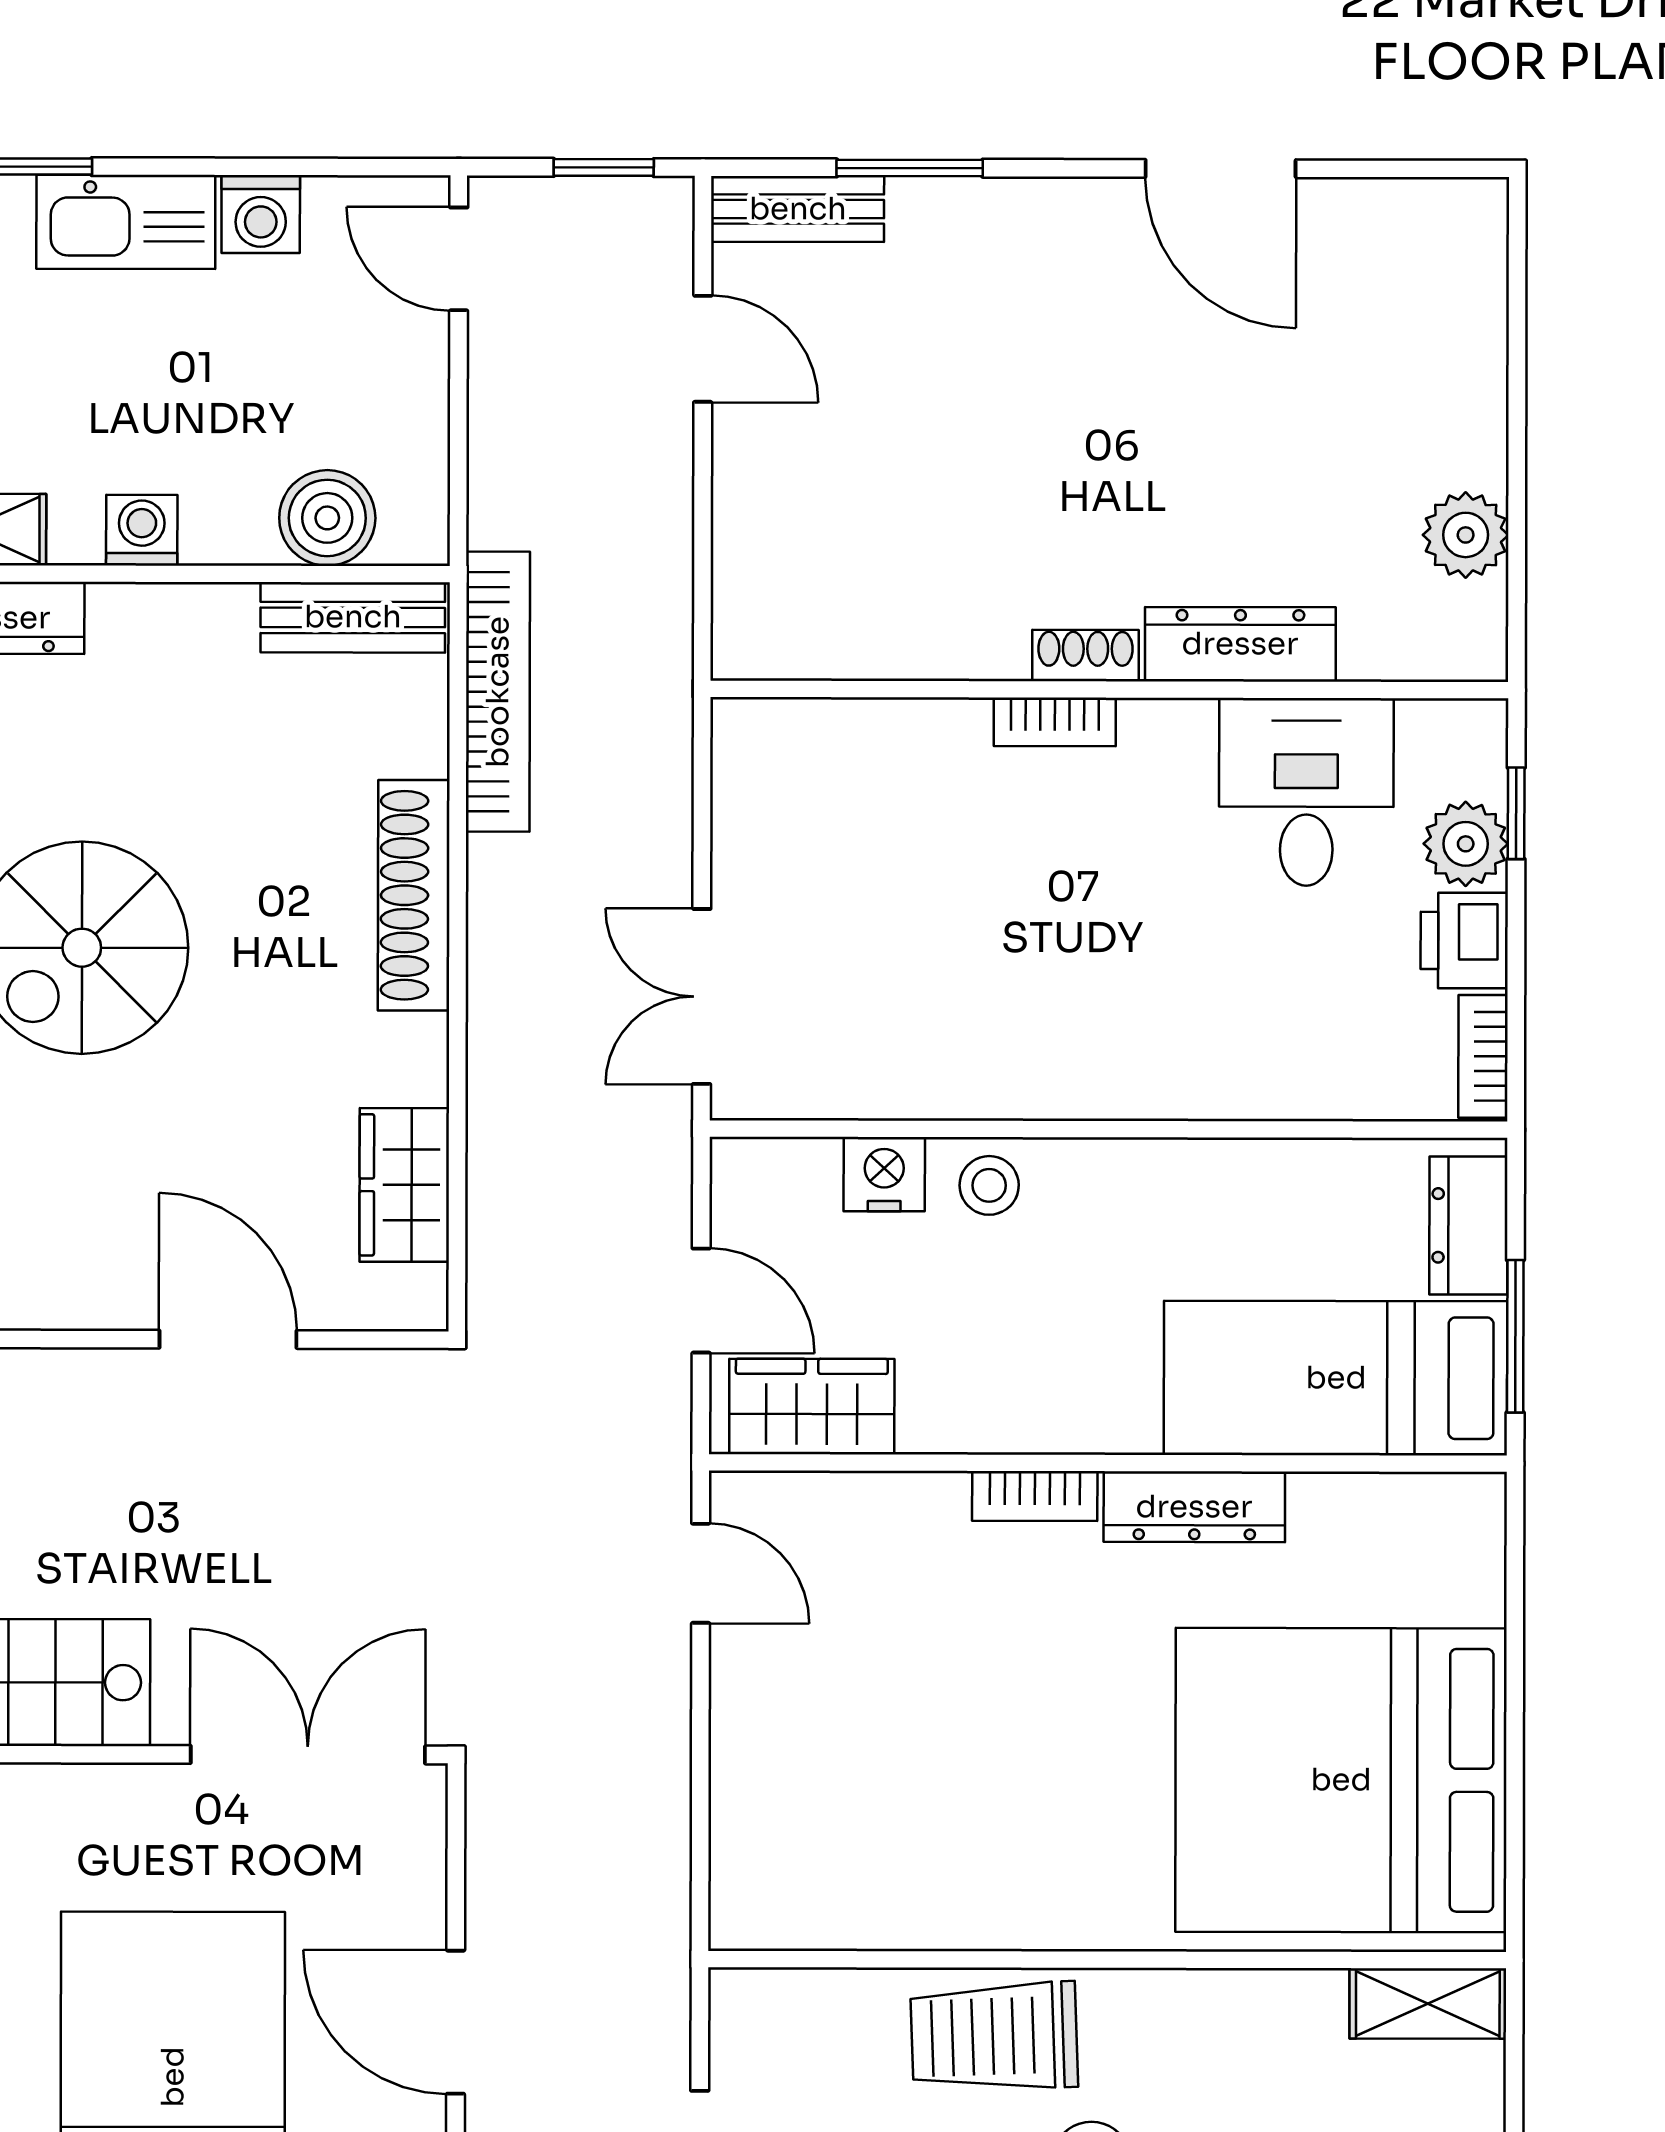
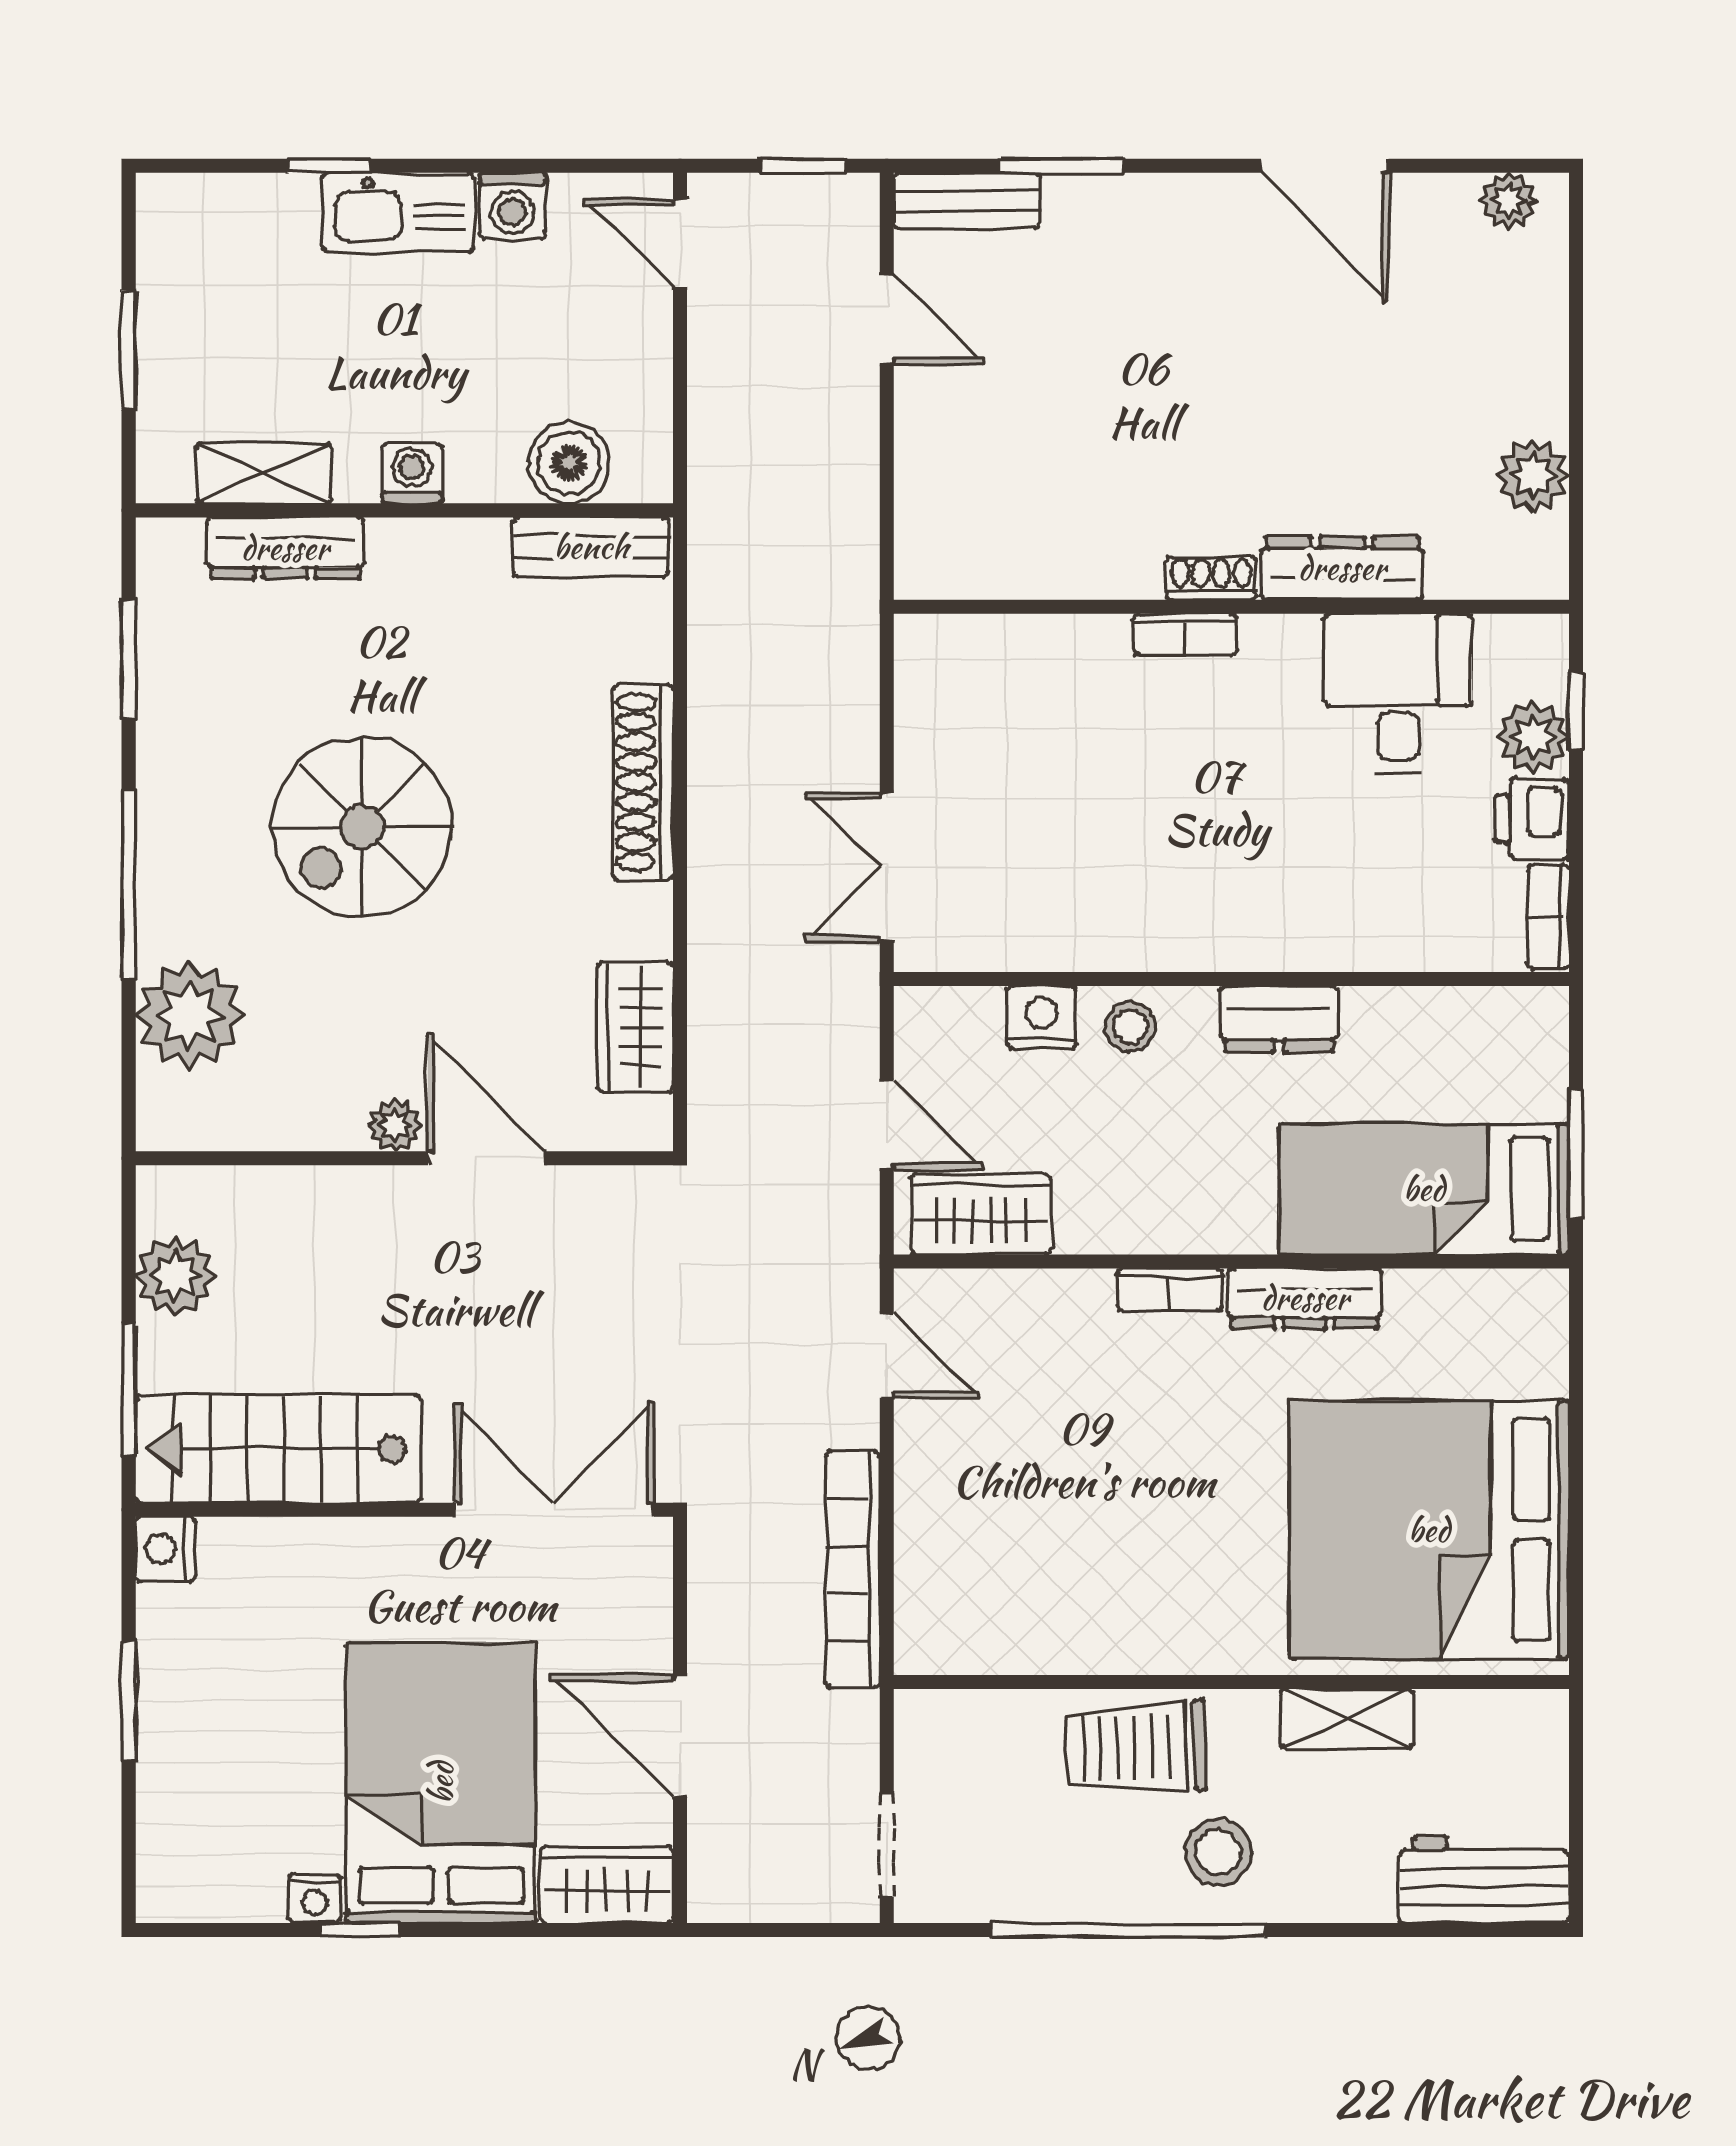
plant: (1438, 210) -> (1509, 200), added
bookcase: (498, 692) -> (853, 1570), moved, turned 180
dresser: (1468, 1225) -> (1279, 1019), moved, turned -90
plant: (121, 1300) -> (395, 1125), added
shelving: (1428, 2004) -> (1347, 1719), moved

